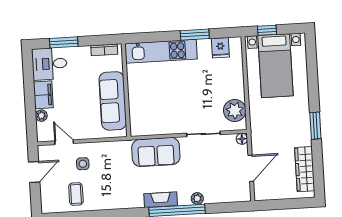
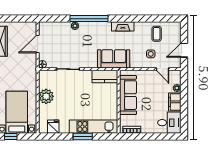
window: (267, 30) -> (11, 137), moved
window: (195, 35) -> (83, 137), moved
window: (64, 42) -> (159, 137), removed
plant: (235, 110) -> (46, 96), moved
kitchen counter: (149, 126) -> (105, 77), added
sofa: (156, 152) -> (114, 59), moved
fireplace: (161, 200) -> (123, 26), moved

